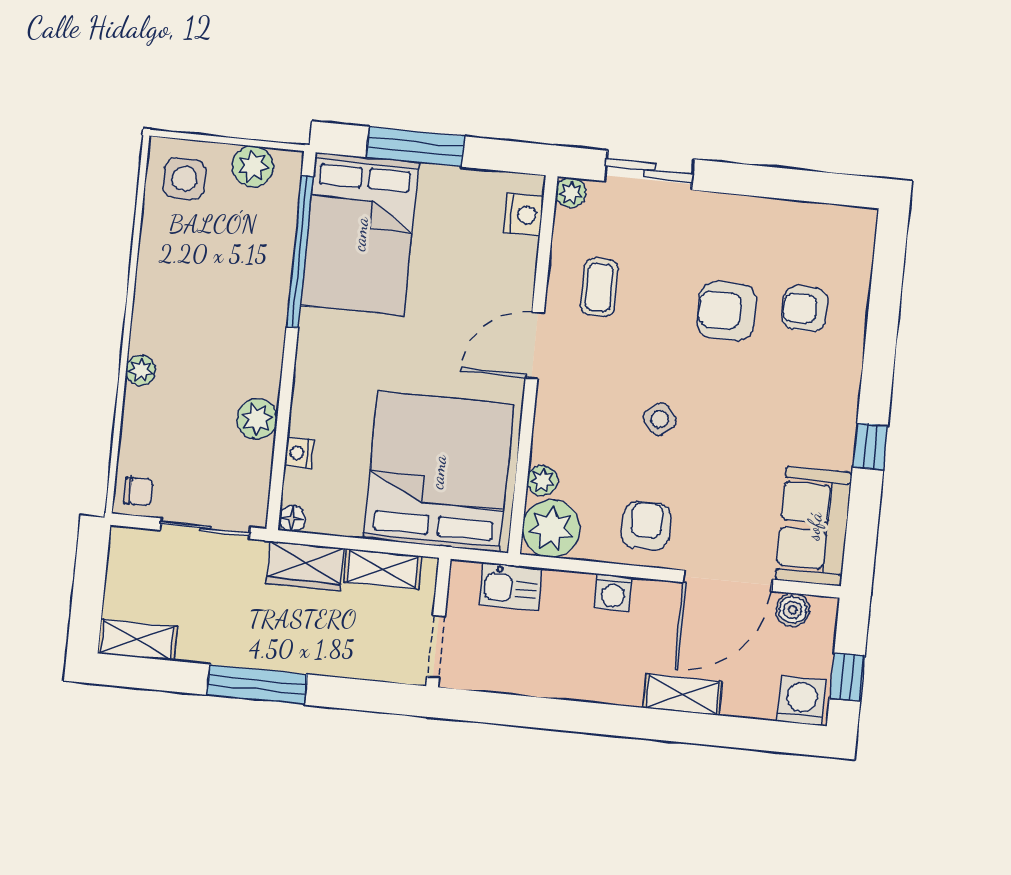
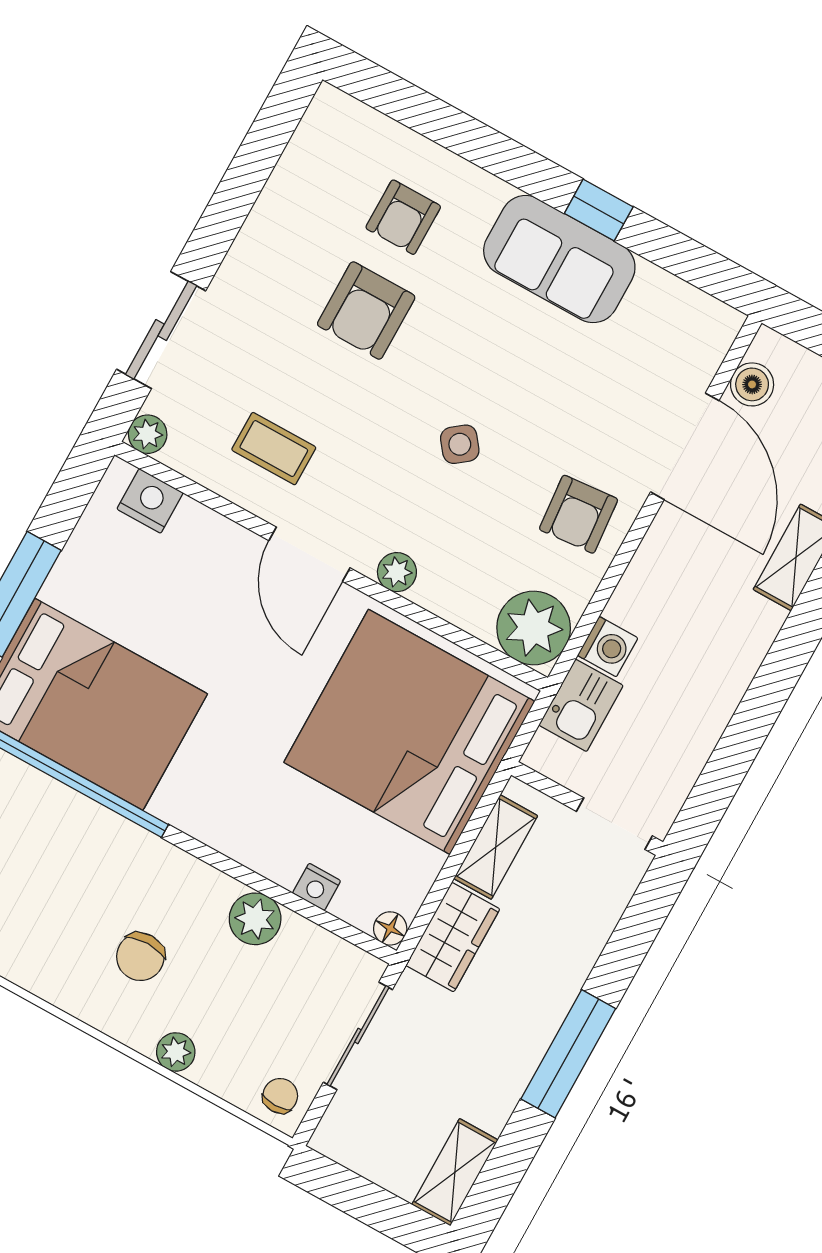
chair: (195, 349) -> (140, 957), added
plant: (141, 370) -> (176, 1052), moved
plant: (542, 481) -> (397, 572), moved
armchair: (646, 526) -> (579, 514), turned -95
sofa: (814, 526) -> (559, 259), moved
washing machine: (613, 593) -> (608, 647), moved

